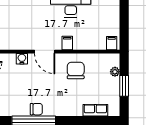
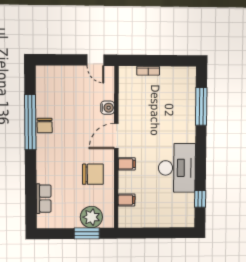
filing cabinet: (112, 43) -> (126, 200), moved
plant: (115, 72) -> (91, 217), width x1.88, depth x1.88
window: (124, 86) -> (87, 233), moved

